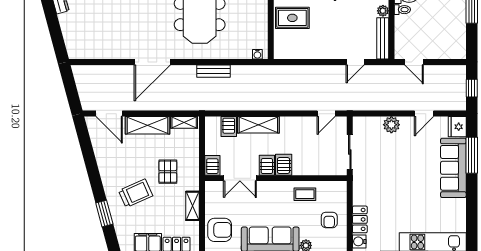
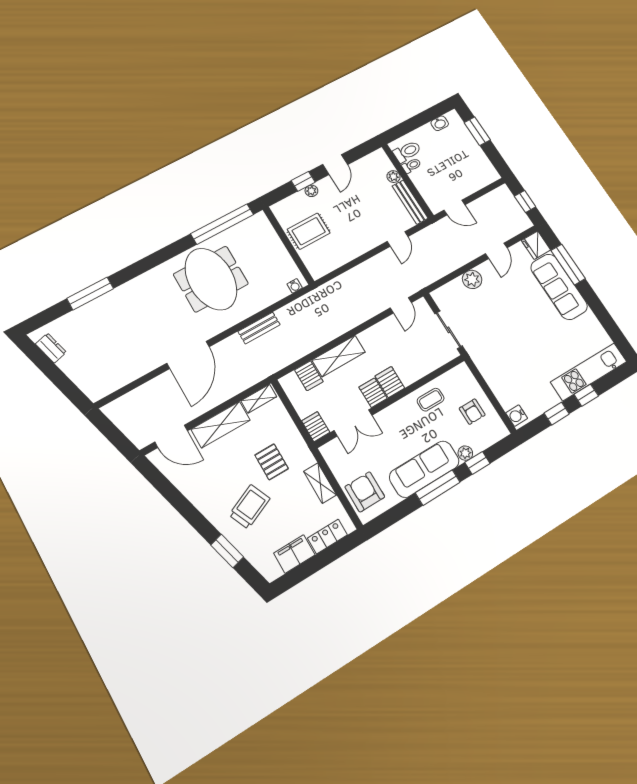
locker: (360, 219) -> (502, 392), removed
armchair: (220, 230) -> (365, 492), turned -90

